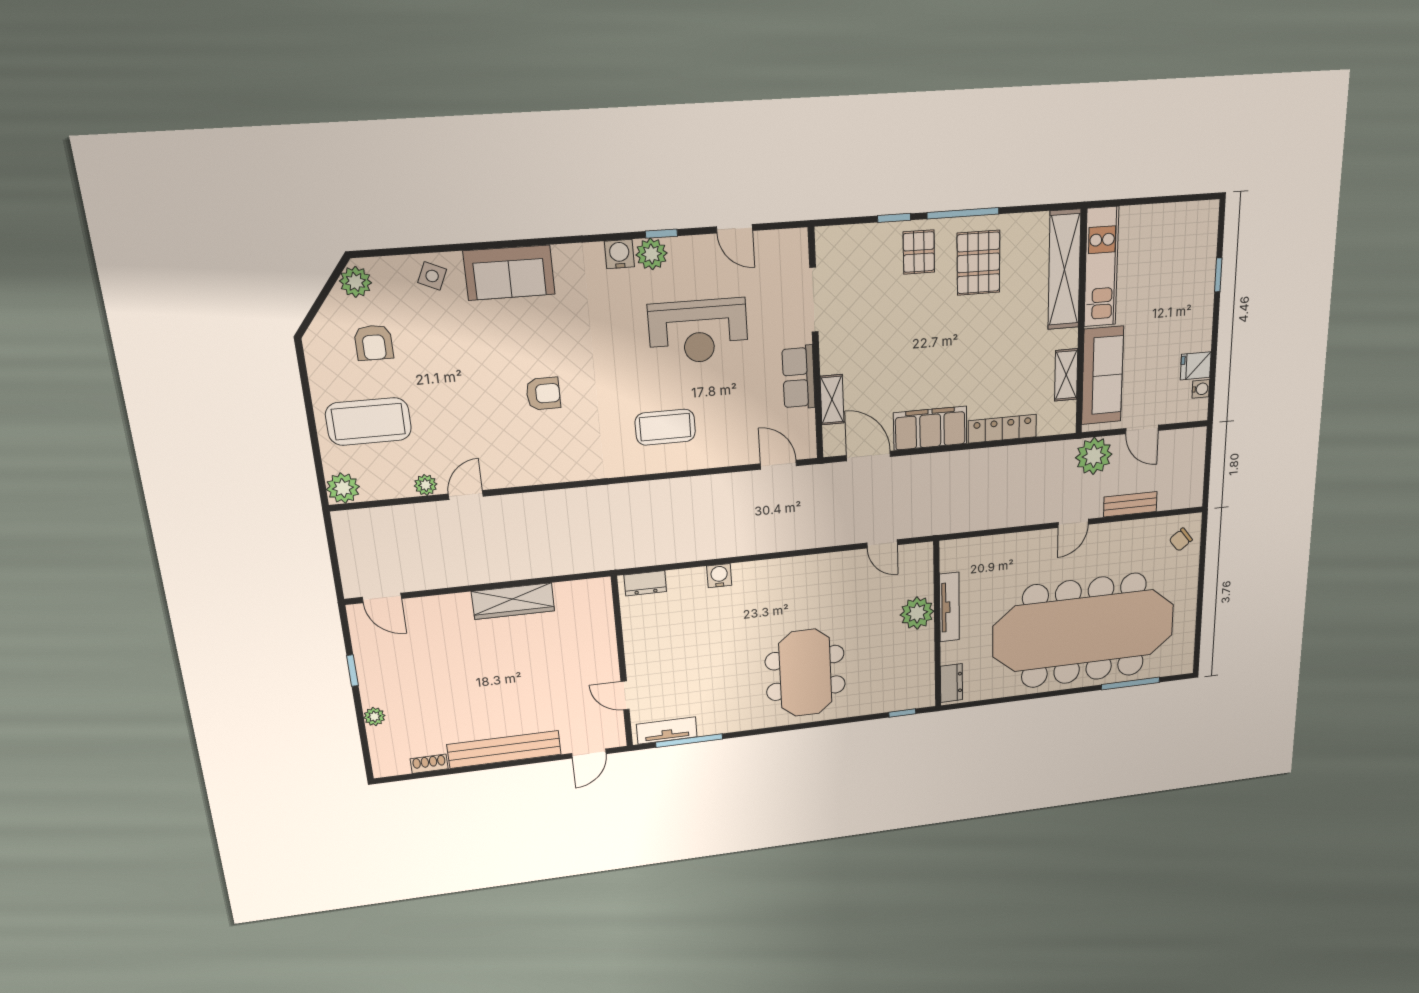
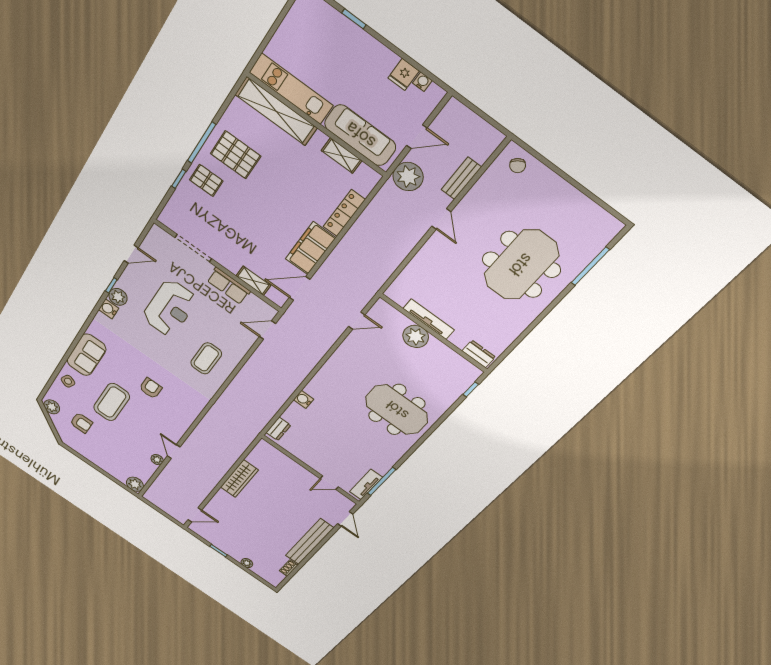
coffee table: (368, 422) -> (112, 402), moved
meeting table: (1084, 631) -> (521, 265), width x0.54, depth x0.79

